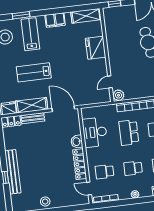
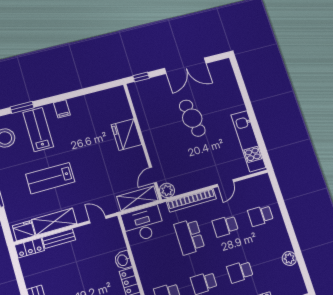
shelving: (86, 16) -> (137, 199), moved
filing cabinet: (55, 20) -> (62, 109), width x0.50
door: (63, 109) -> (98, 220), width x0.53
desk: (95, 132) -> (143, 224), moved, turned 90

